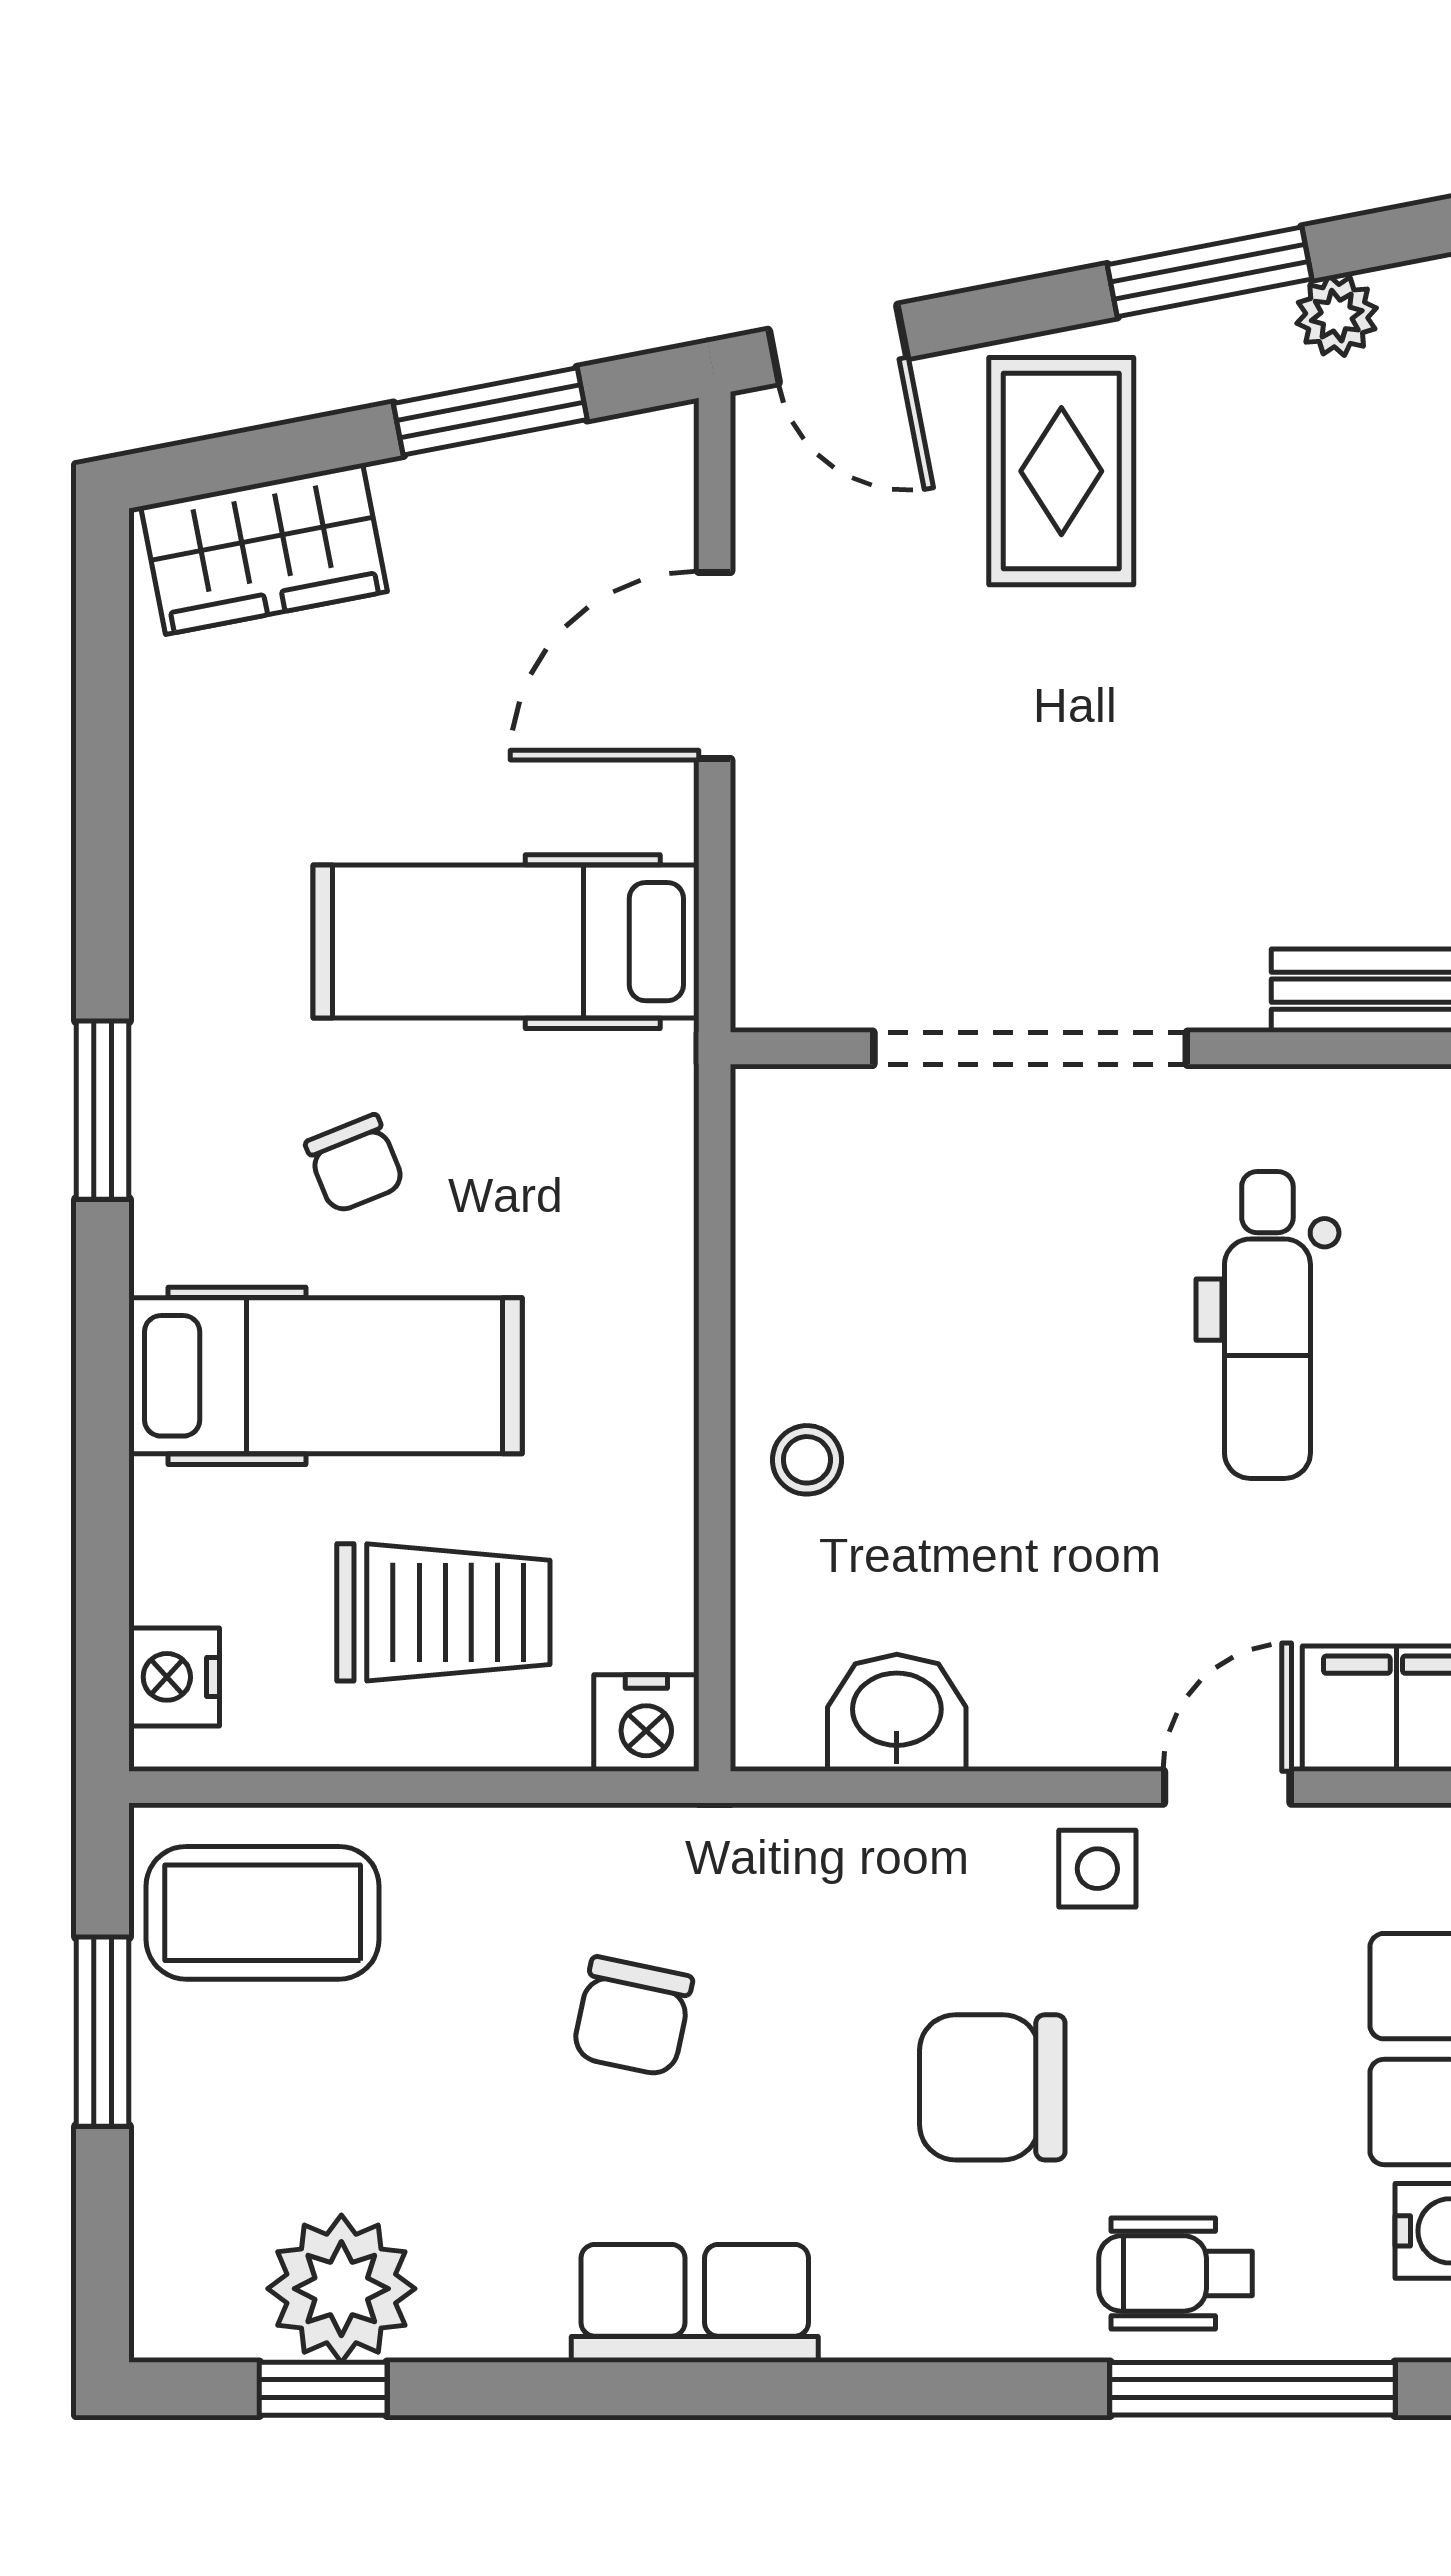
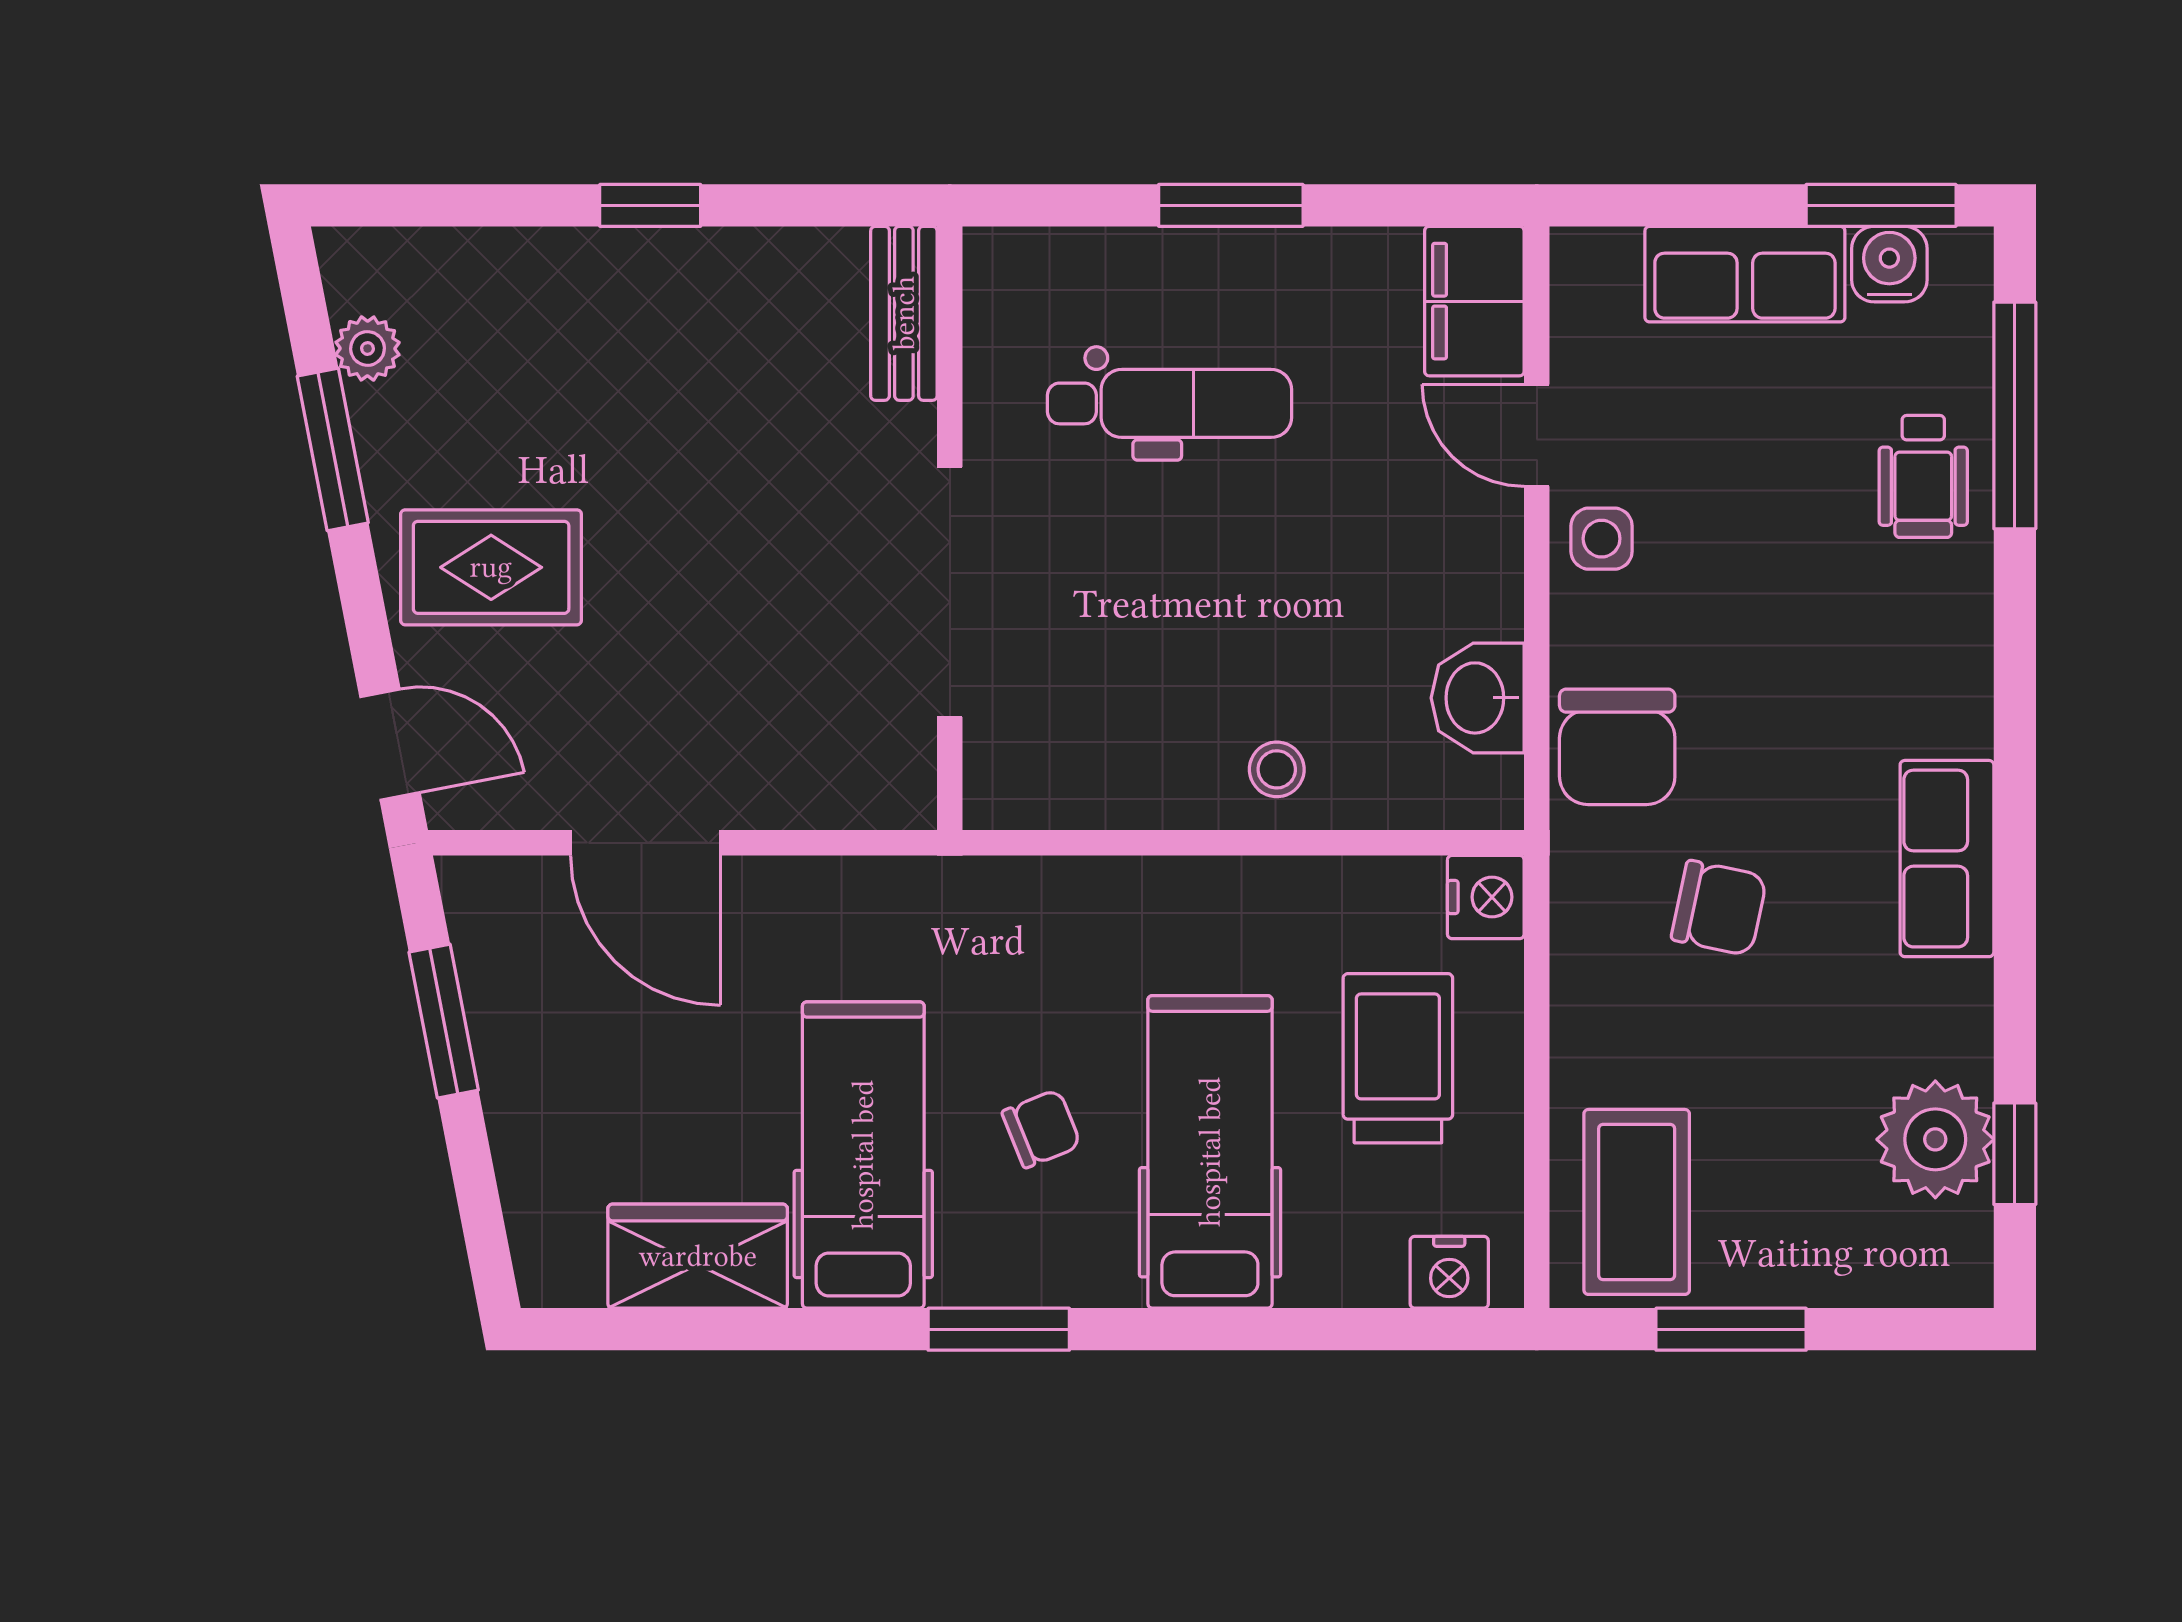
door: (838, 344) -> (390, 745), hinge flipped
wardrobe: (264, 549) -> (698, 1256), moved, turned -79
hospital bed: (506, 942) -> (863, 1155), moved, turned 180
chair: (992, 2087) -> (1617, 747), moved

